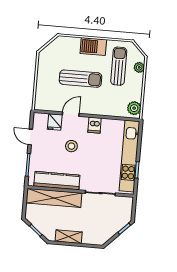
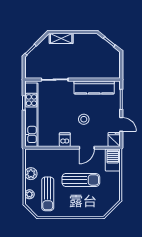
barbecue: (93, 46) -> (113, 160), moved, turned -90
sun lounger: (80, 79) -> (81, 180), turned 180
plant: (134, 108) -> (31, 174), moved
fridge: (55, 122) -> (114, 139), moved
shelving: (54, 198) -> (96, 72), removed
shelving: (69, 237) -> (61, 38), moved

